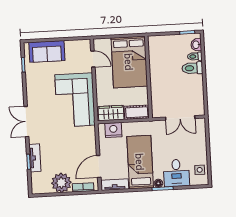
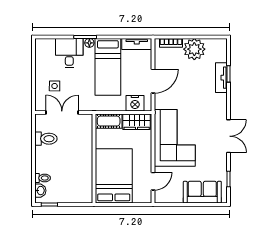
door: (93, 59) -> (153, 181), swing flipped
toilet: (192, 68) -> (46, 139), moved
double door: (26, 122) -> (229, 136), moved
door: (99, 166) -> (153, 81), moved
side table: (200, 170) -> (55, 86), moved

